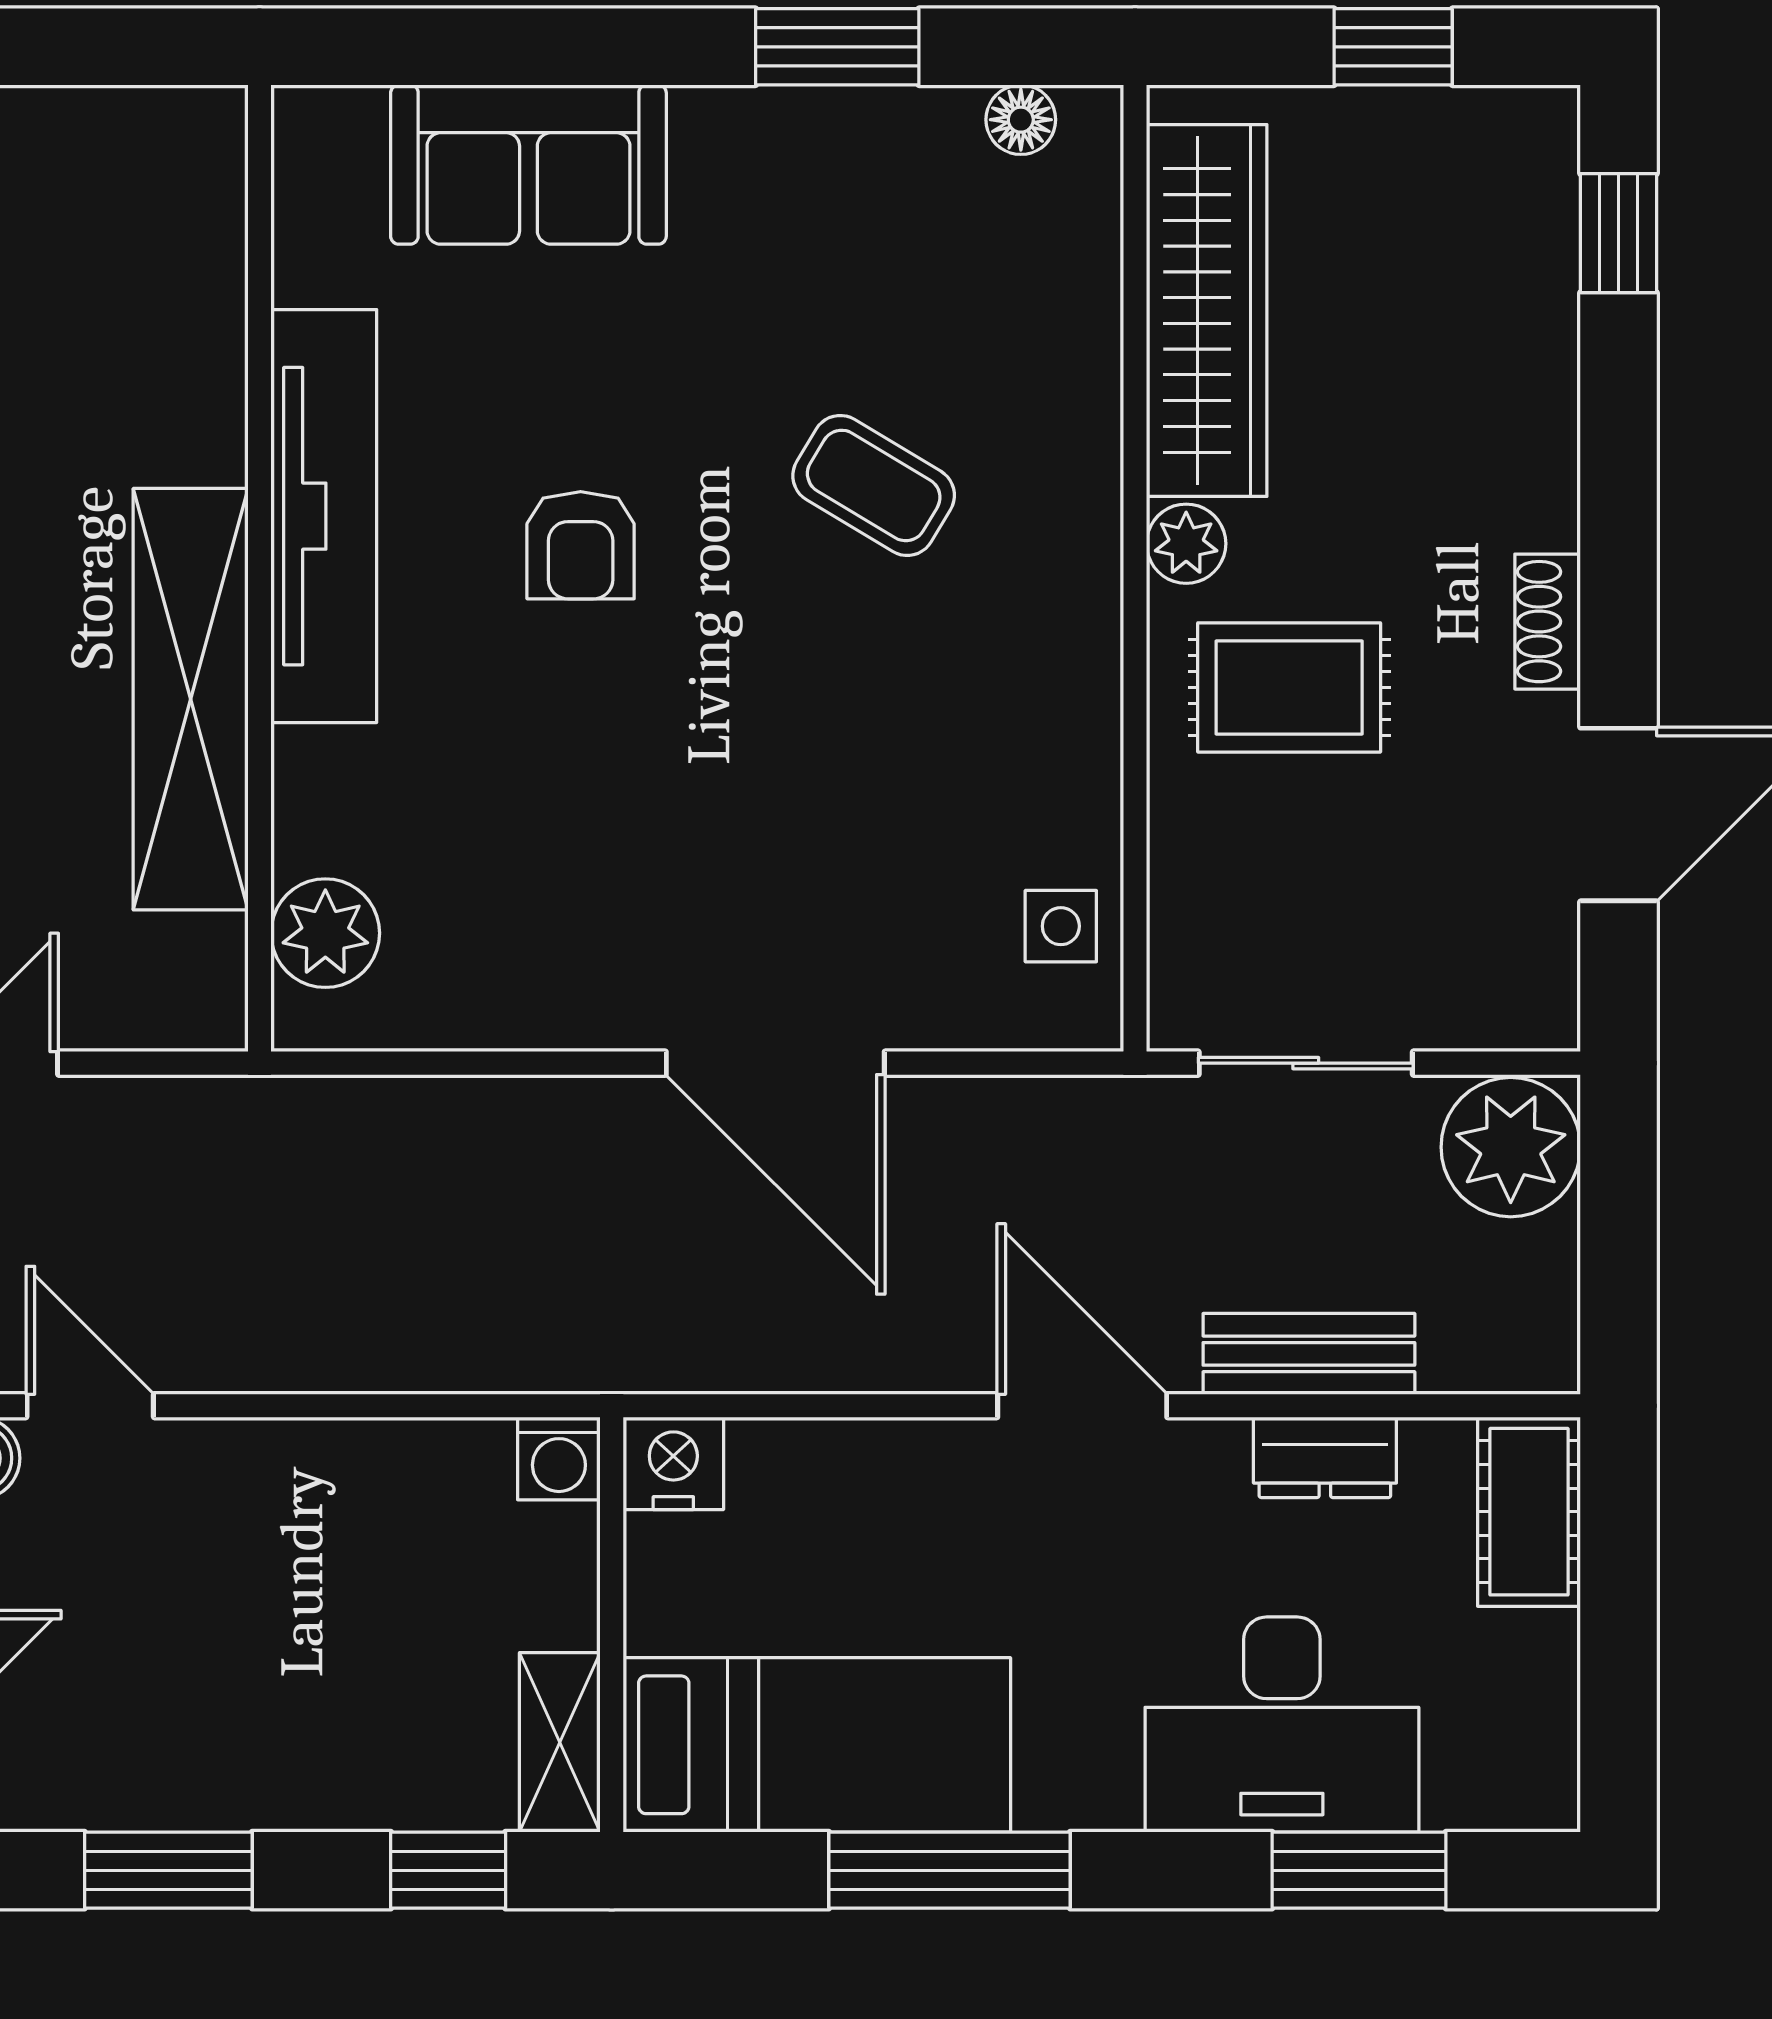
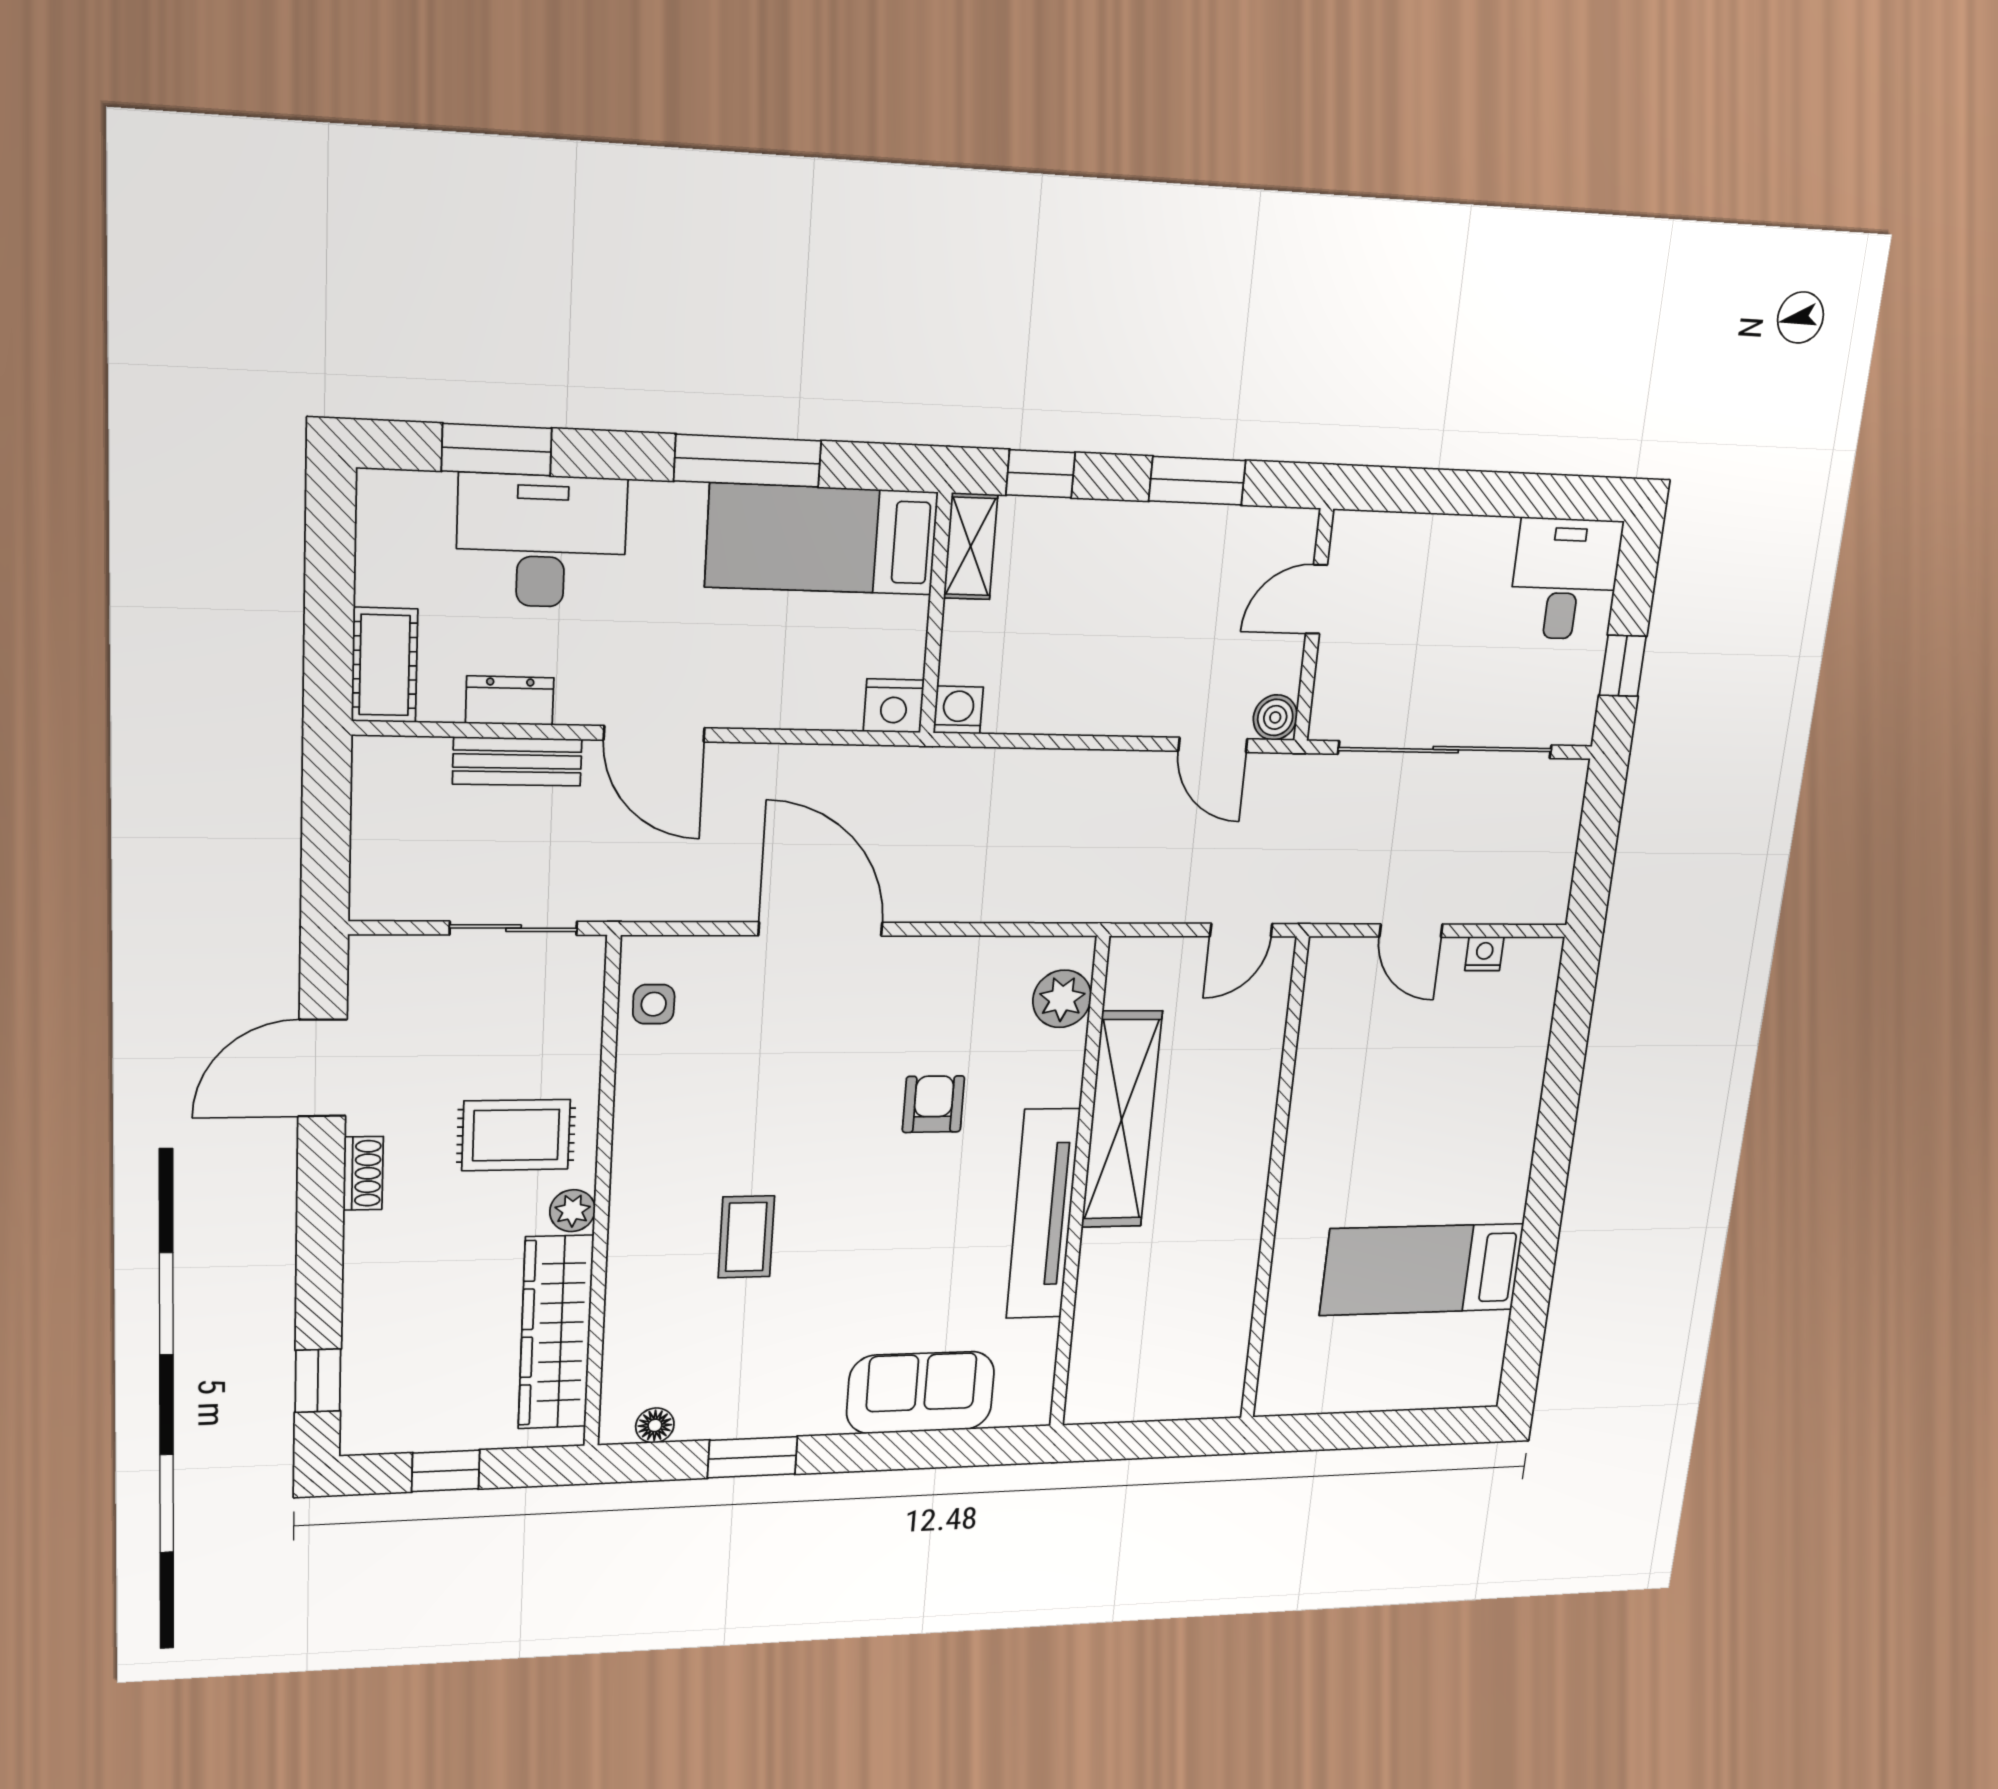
coffee table: (874, 485) -> (746, 1237), turned 59
armchair: (581, 545) -> (933, 1104), moved
plant: (1511, 1147) -> (391, 880), removed

